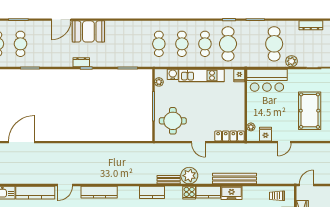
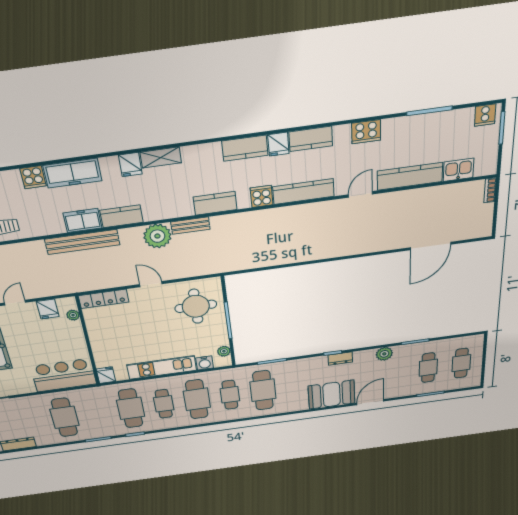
cafe table: (136, 44) -> (263, 390), added
cafe table: (182, 44) -> (197, 399), width x1.37, depth x1.35
plant: (292, 61) -> (384, 354), moved
cooker: (189, 193) -> (262, 196), moved

